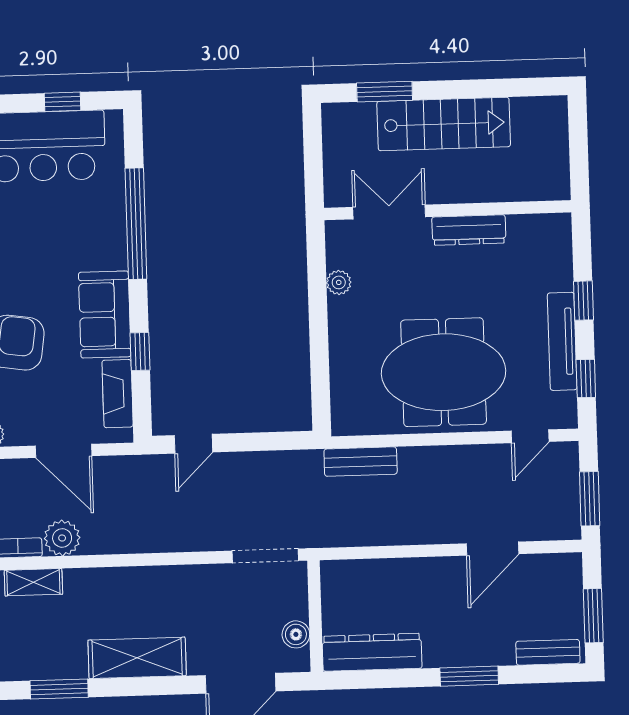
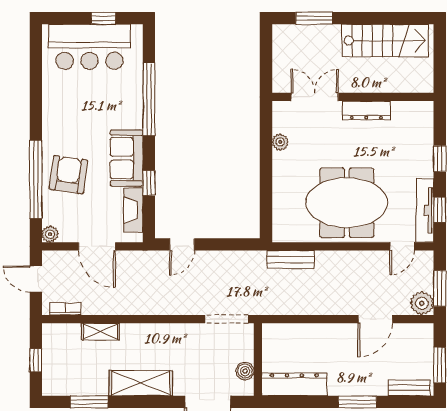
stairs: (444, 124) -> (385, 41), moved
tv unit: (562, 341) -> (425, 210), moved
plant: (62, 538) -> (422, 303), moved
shelving: (33, 582) -> (100, 332), moved

